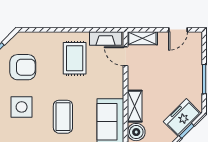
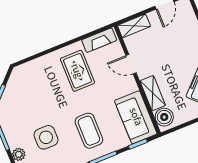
door: (126, 56) -> (131, 64), moved
armchair: (23, 67) -> (32, 99), removed

